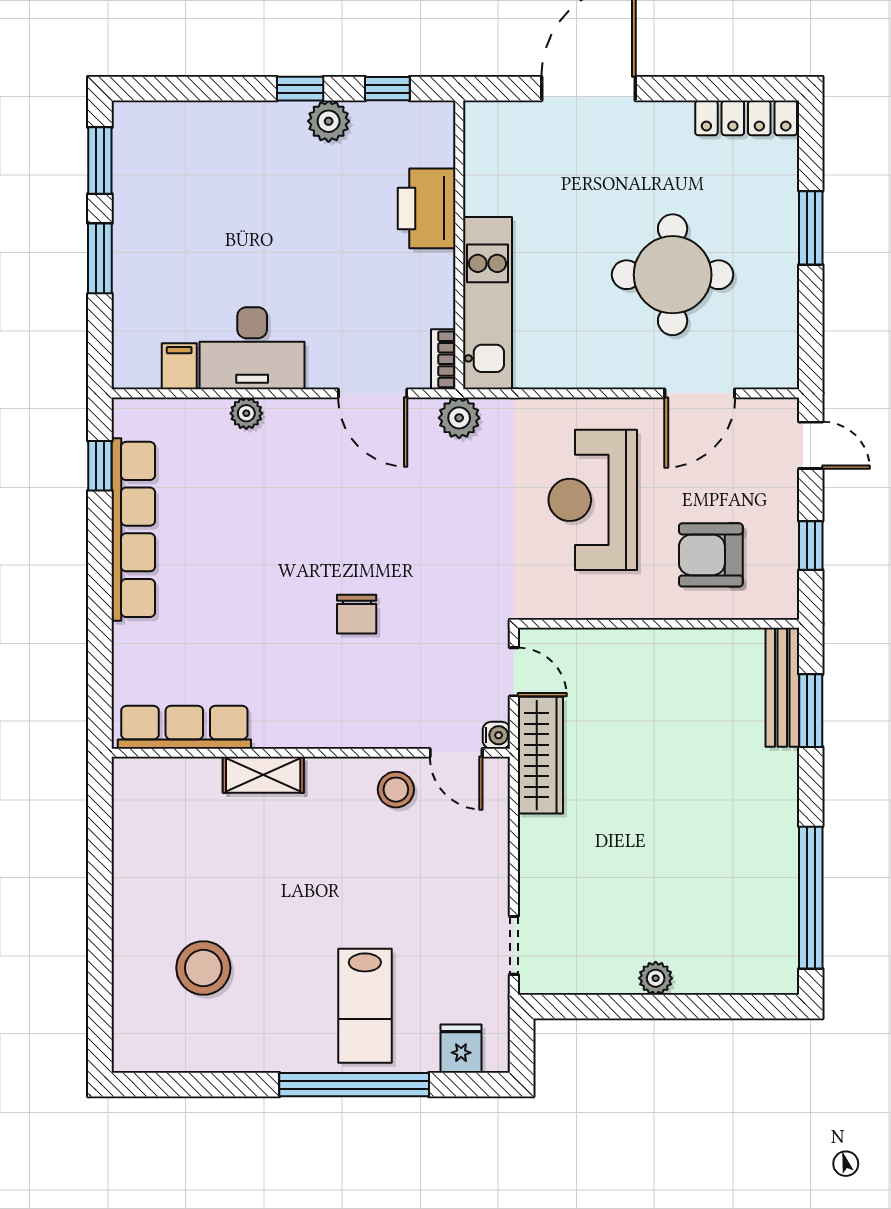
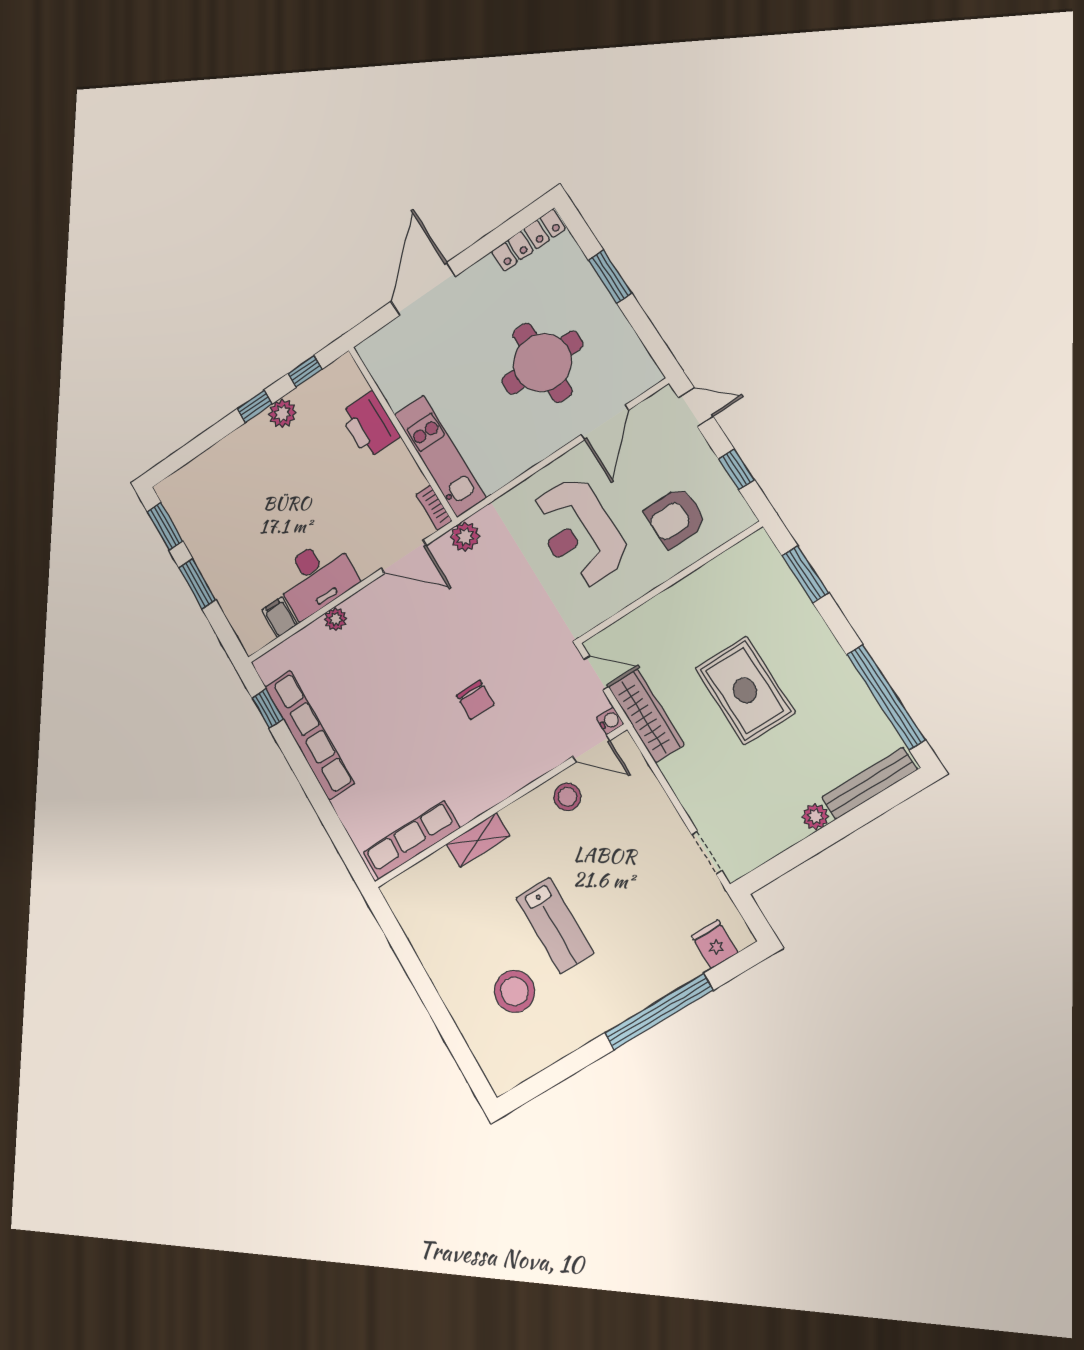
bench: (782, 687) -> (869, 783), moved, turned 90
rug: (666, 796) -> (745, 690), added
lab bench: (365, 1006) -> (555, 925), moved

